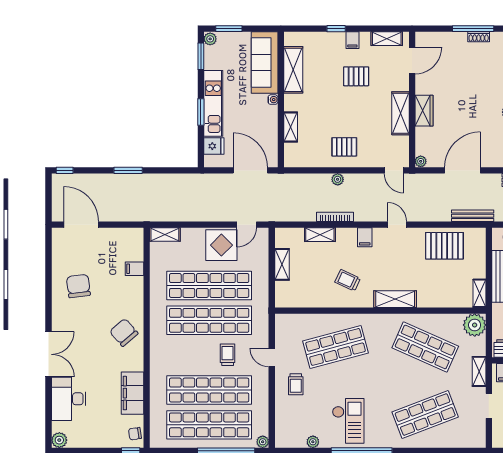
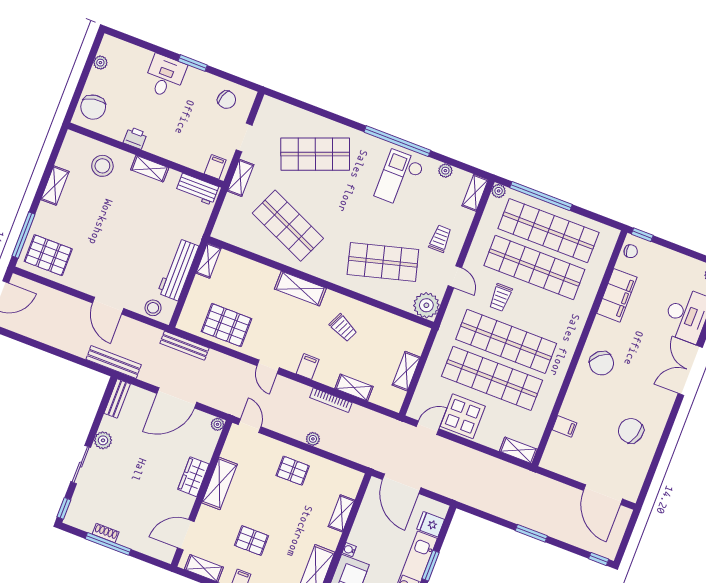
chair: (78, 286) -> (631, 431), turned 113
plant: (475, 325) -> (426, 305), moved
shelving: (282, 433) -> (475, 193), added

